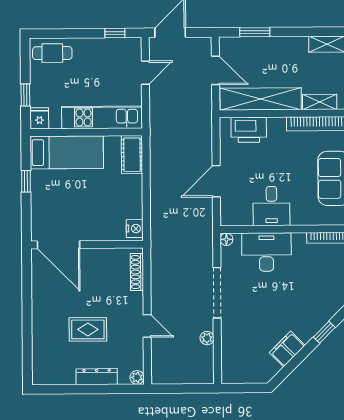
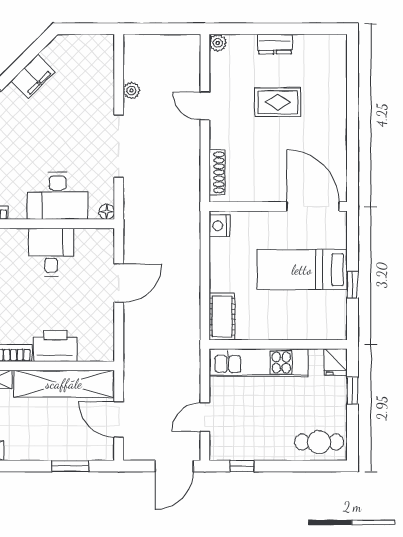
printer: (249, 130) -> (55, 346), moved
bed: (67, 152) -> (302, 270), moved
dresser: (97, 377) -> (275, 44), width x0.70

